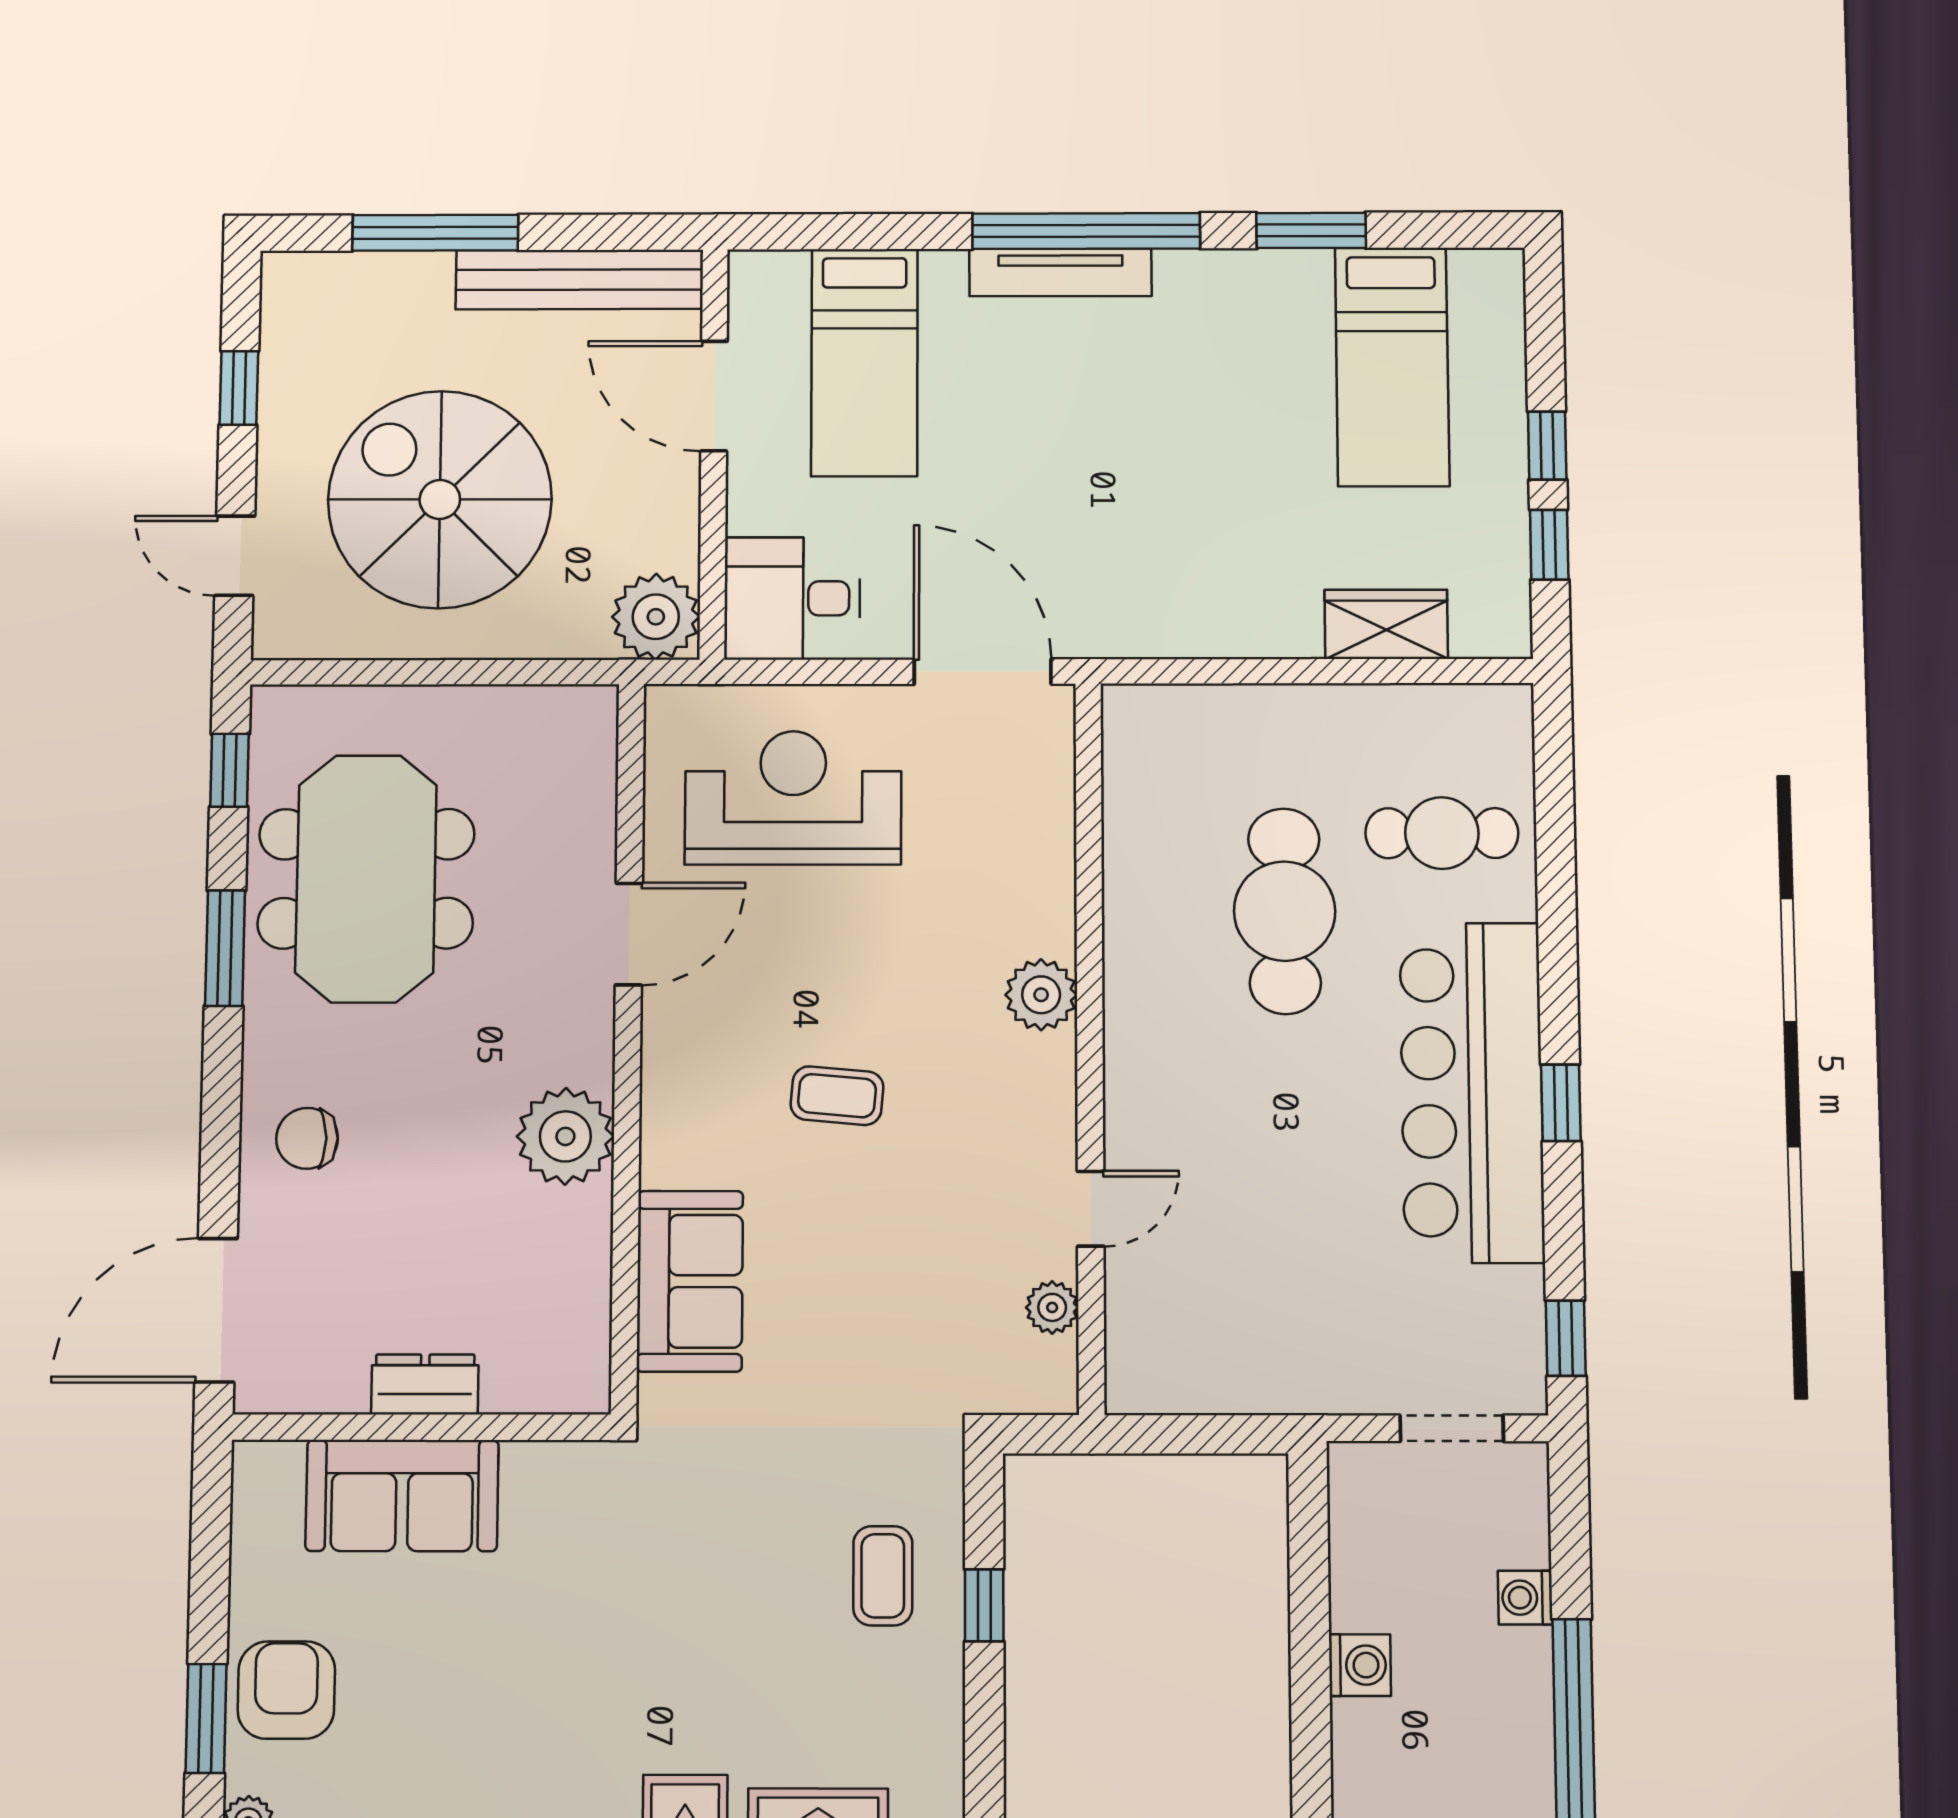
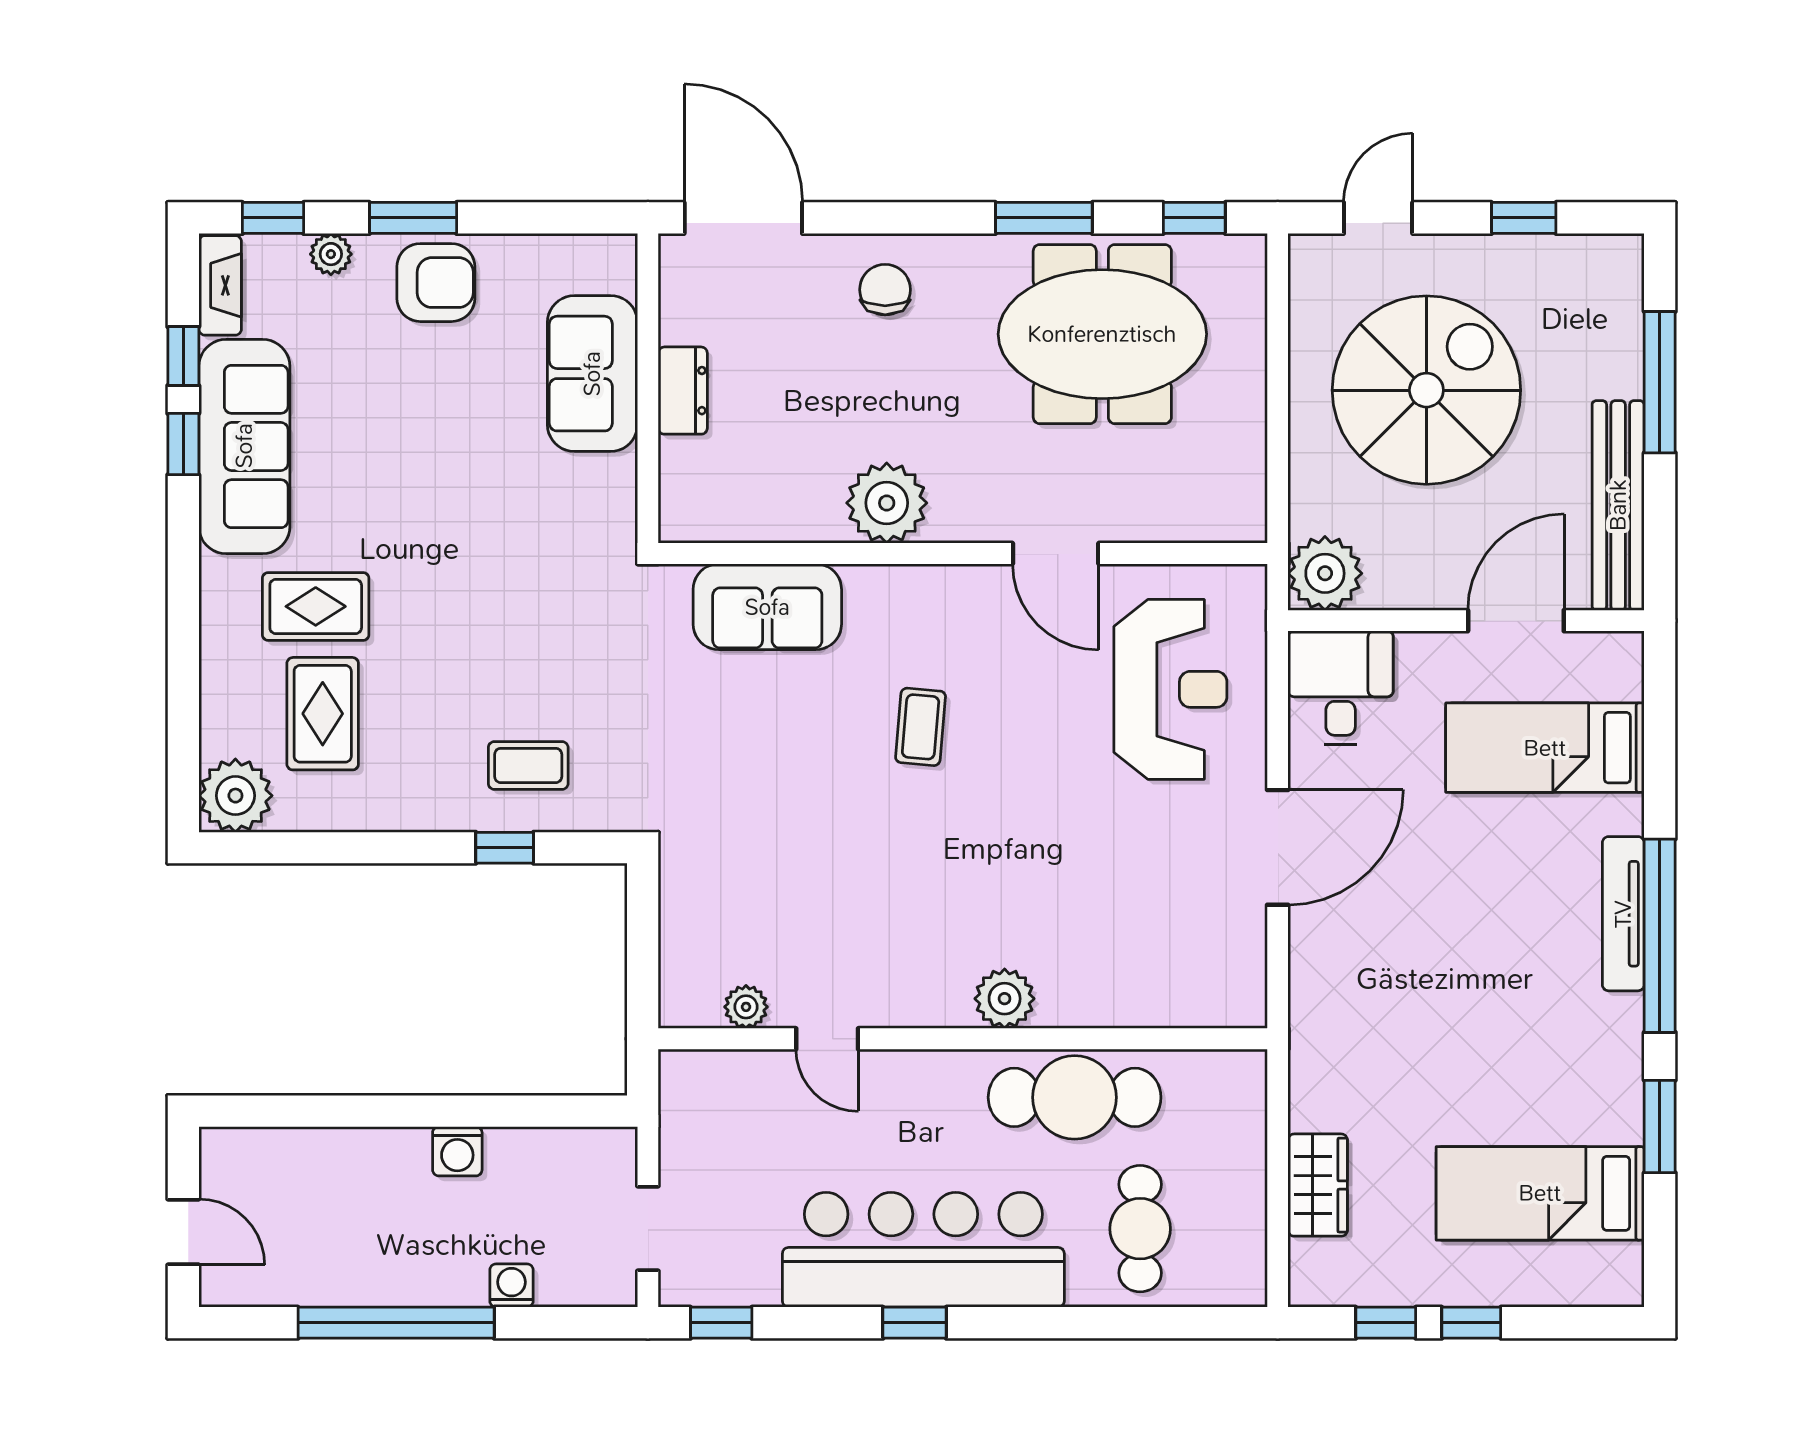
plant: (1041, 995) -> (1005, 999), moved
wall: (1090, 1045) -> (963, 1039), moved
door: (1091, 1209) -> (827, 1039), moved
plant: (1052, 1307) -> (746, 1007), moved

